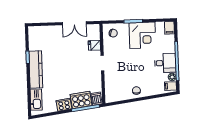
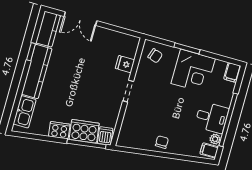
double door: (74, 23) -> (80, 19), moved
kitchen counter: (34, 38) -> (48, 29), added

